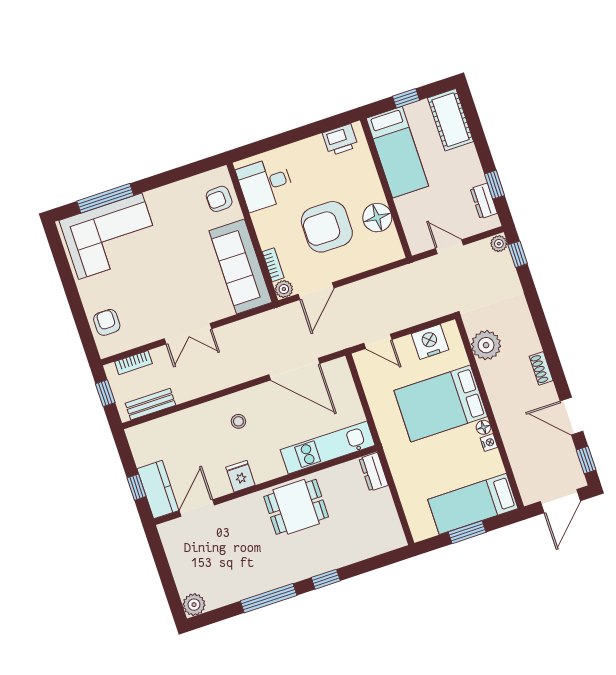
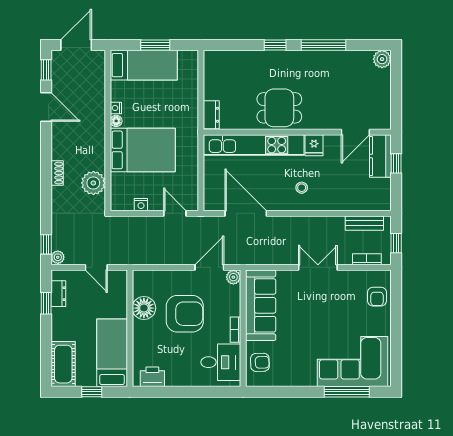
bookcase: (273, 265) -> (235, 330), moved
nightstand: (430, 342) -> (141, 205), width x0.53, depth x0.56
shoe rack: (541, 368) -> (57, 173), moved
kitchen unit: (328, 448) -> (254, 145), width x1.36

